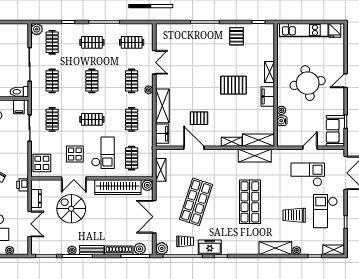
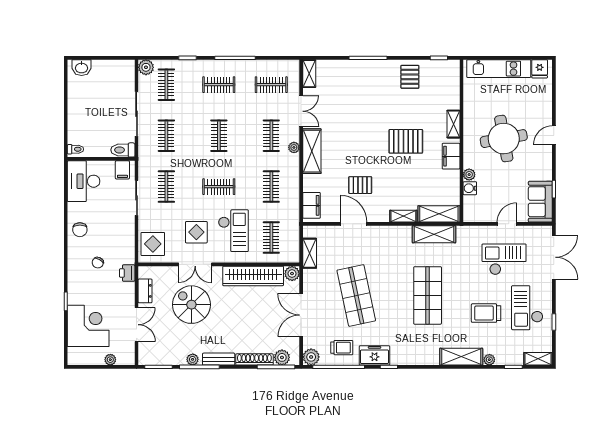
shelving: (160, 34) -> (309, 74), added
shelving: (162, 106) -> (312, 151), moved
shop shelf: (196, 202) -> (356, 295), turned -30

